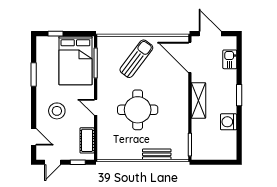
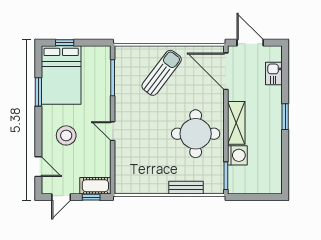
bed: (75, 61) -> (61, 75), moved
round table: (138, 110) -> (196, 134), moved
washing machine: (229, 122) -> (237, 155), moved, turned 180
cot: (87, 140) -> (95, 186), moved, turned 90

